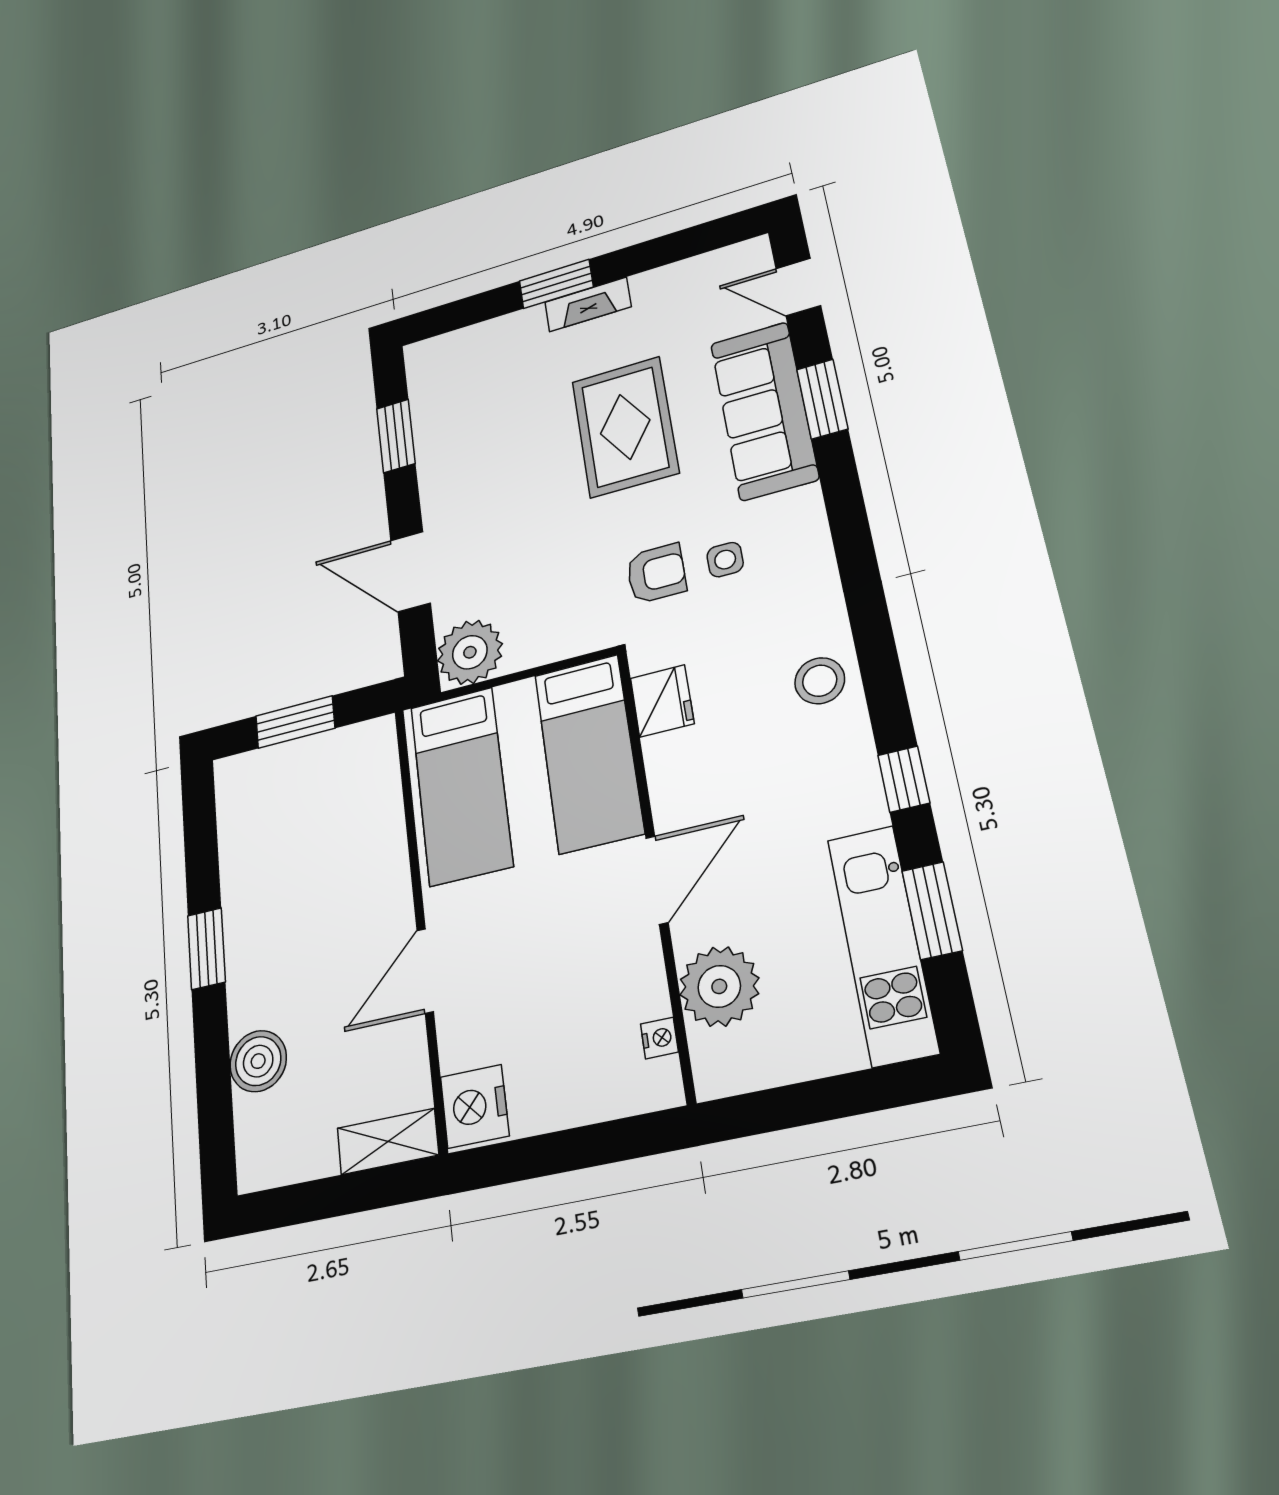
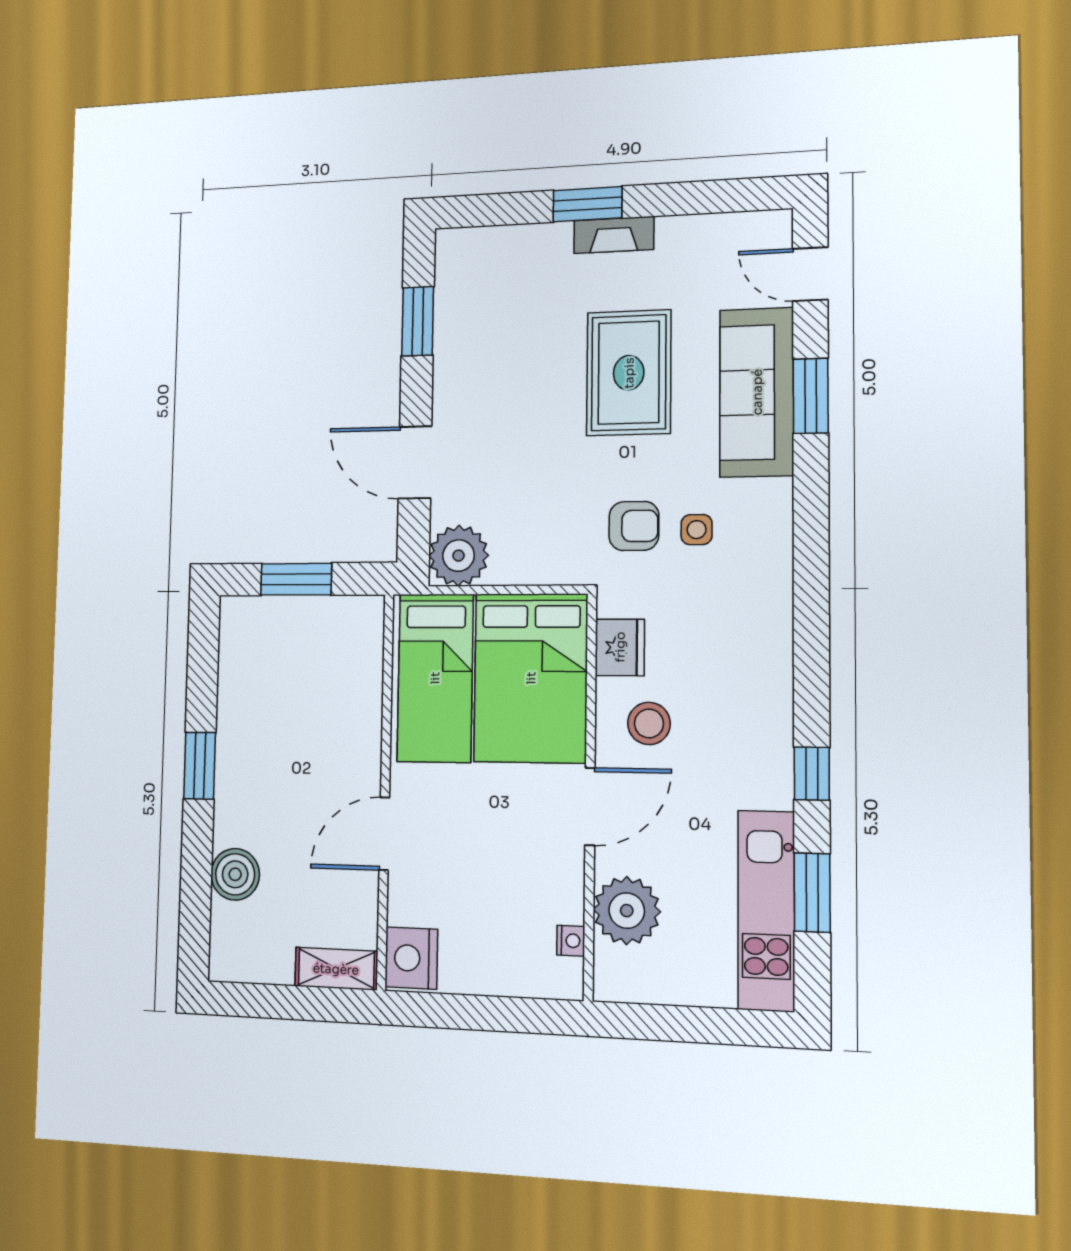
stool: (820, 681) -> (649, 723), moved
bed: (589, 753) -> (531, 678), width x1.50

